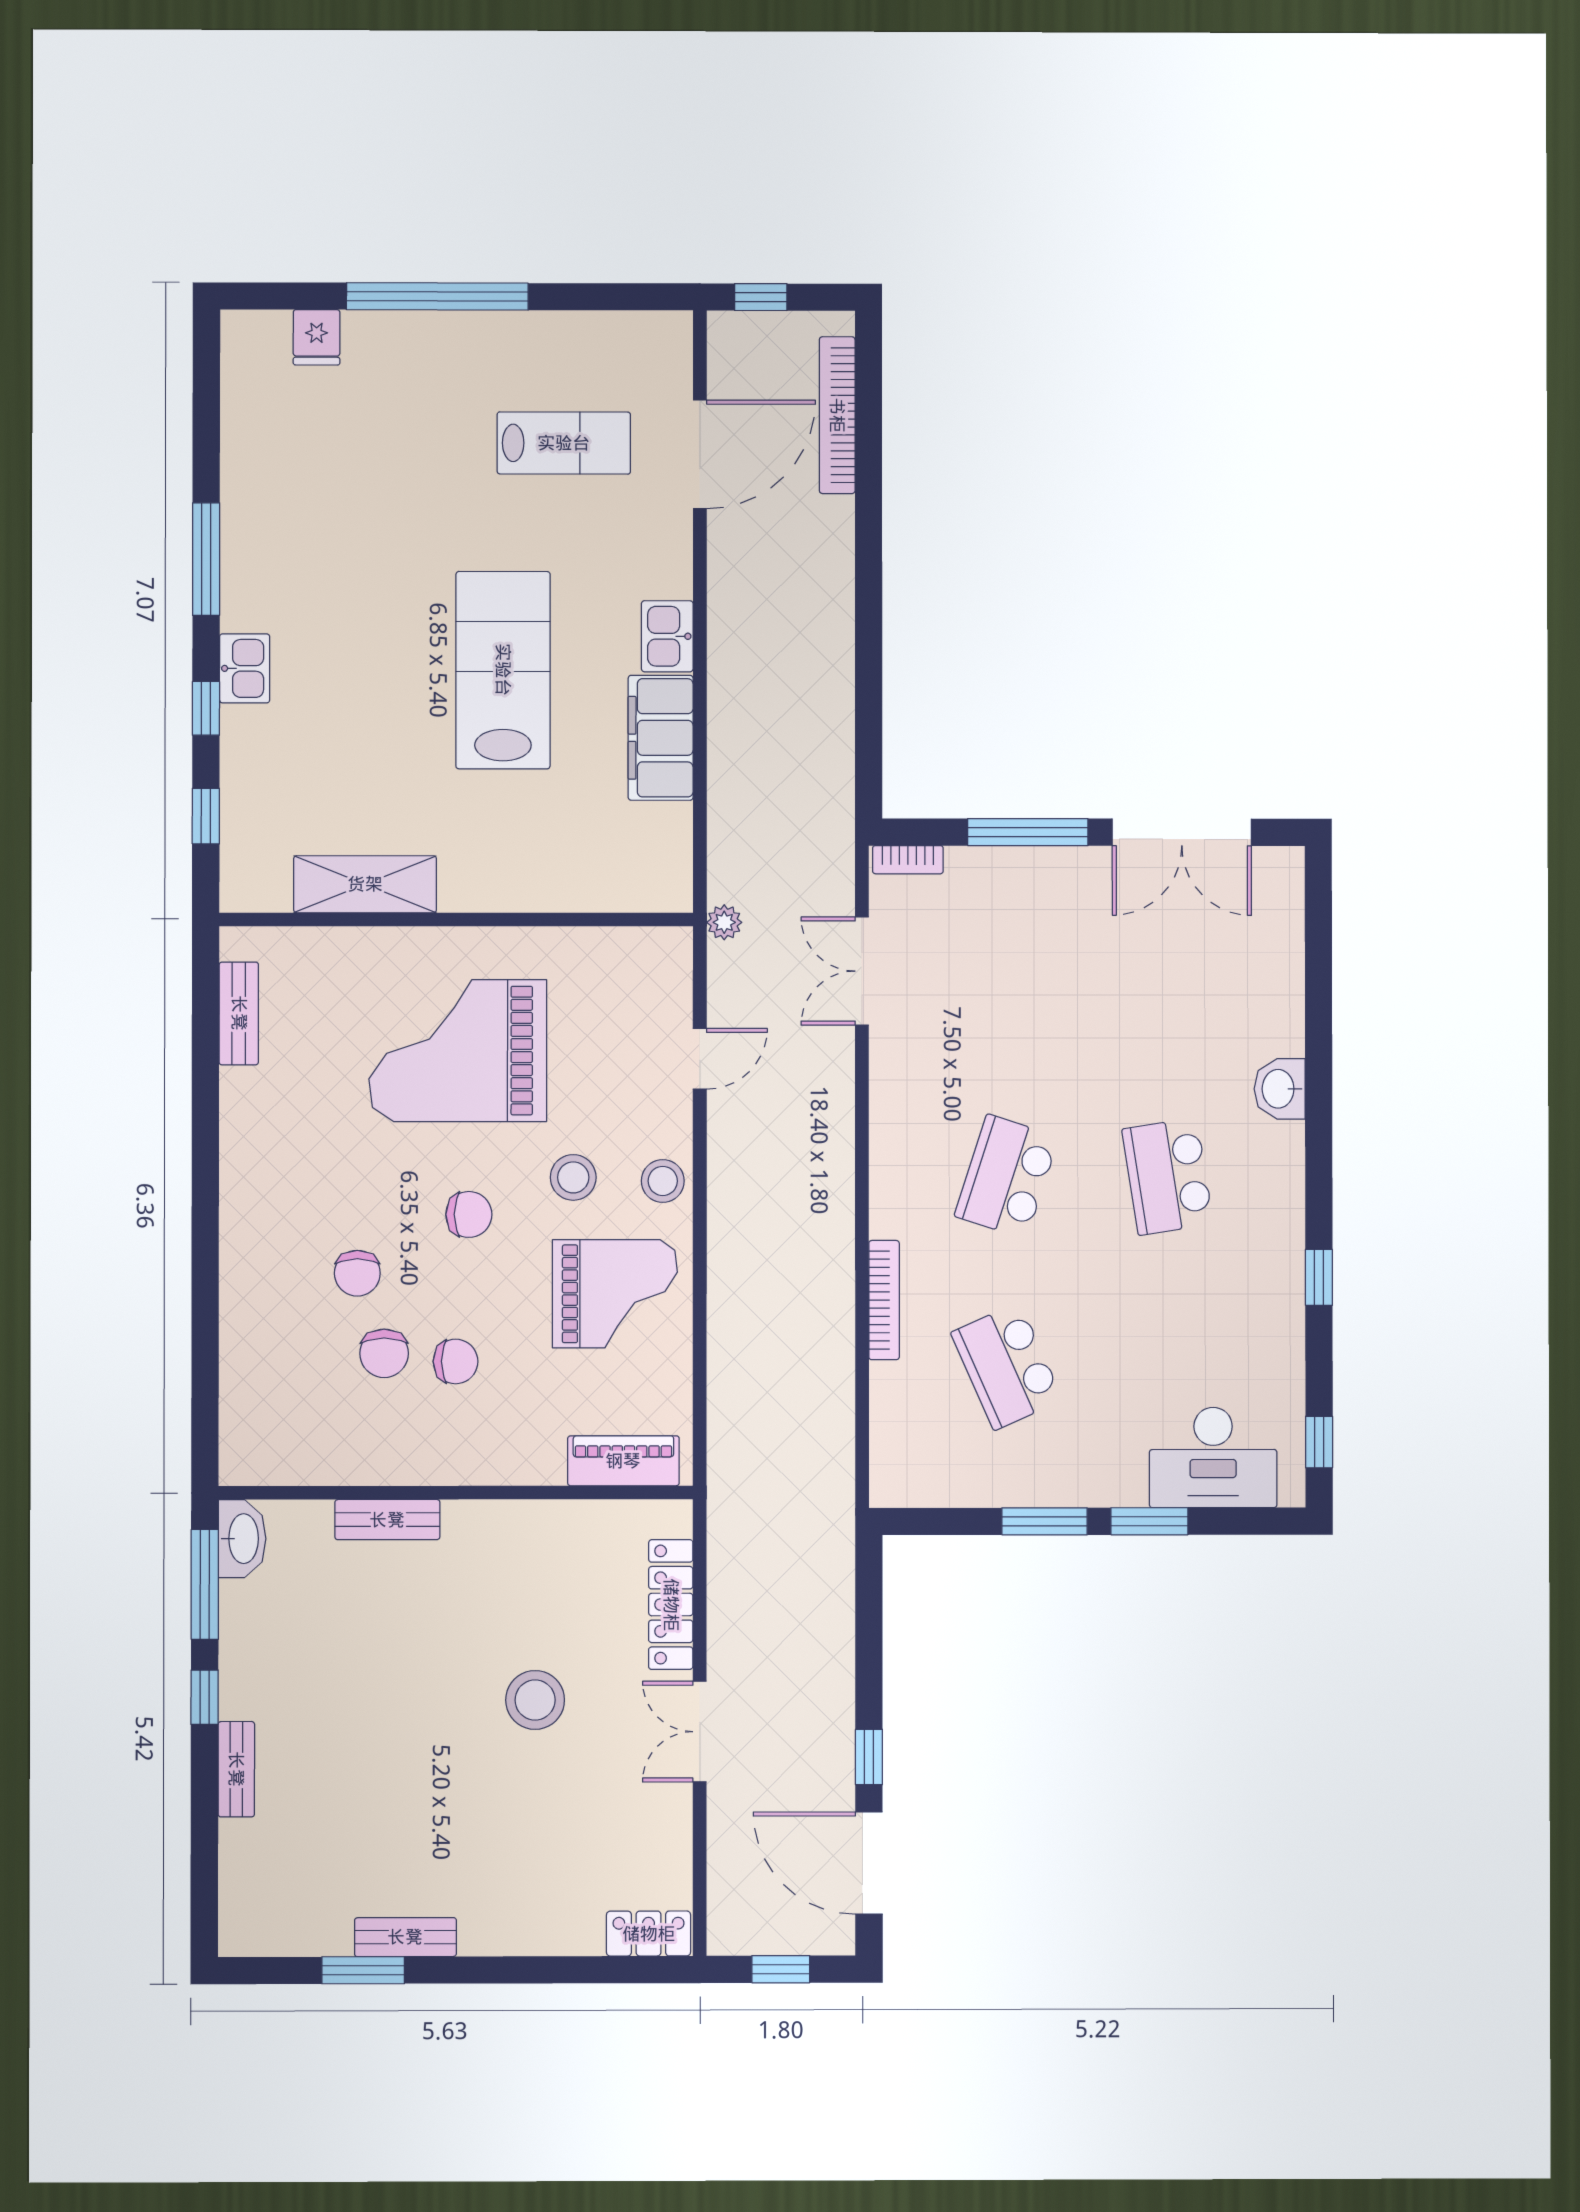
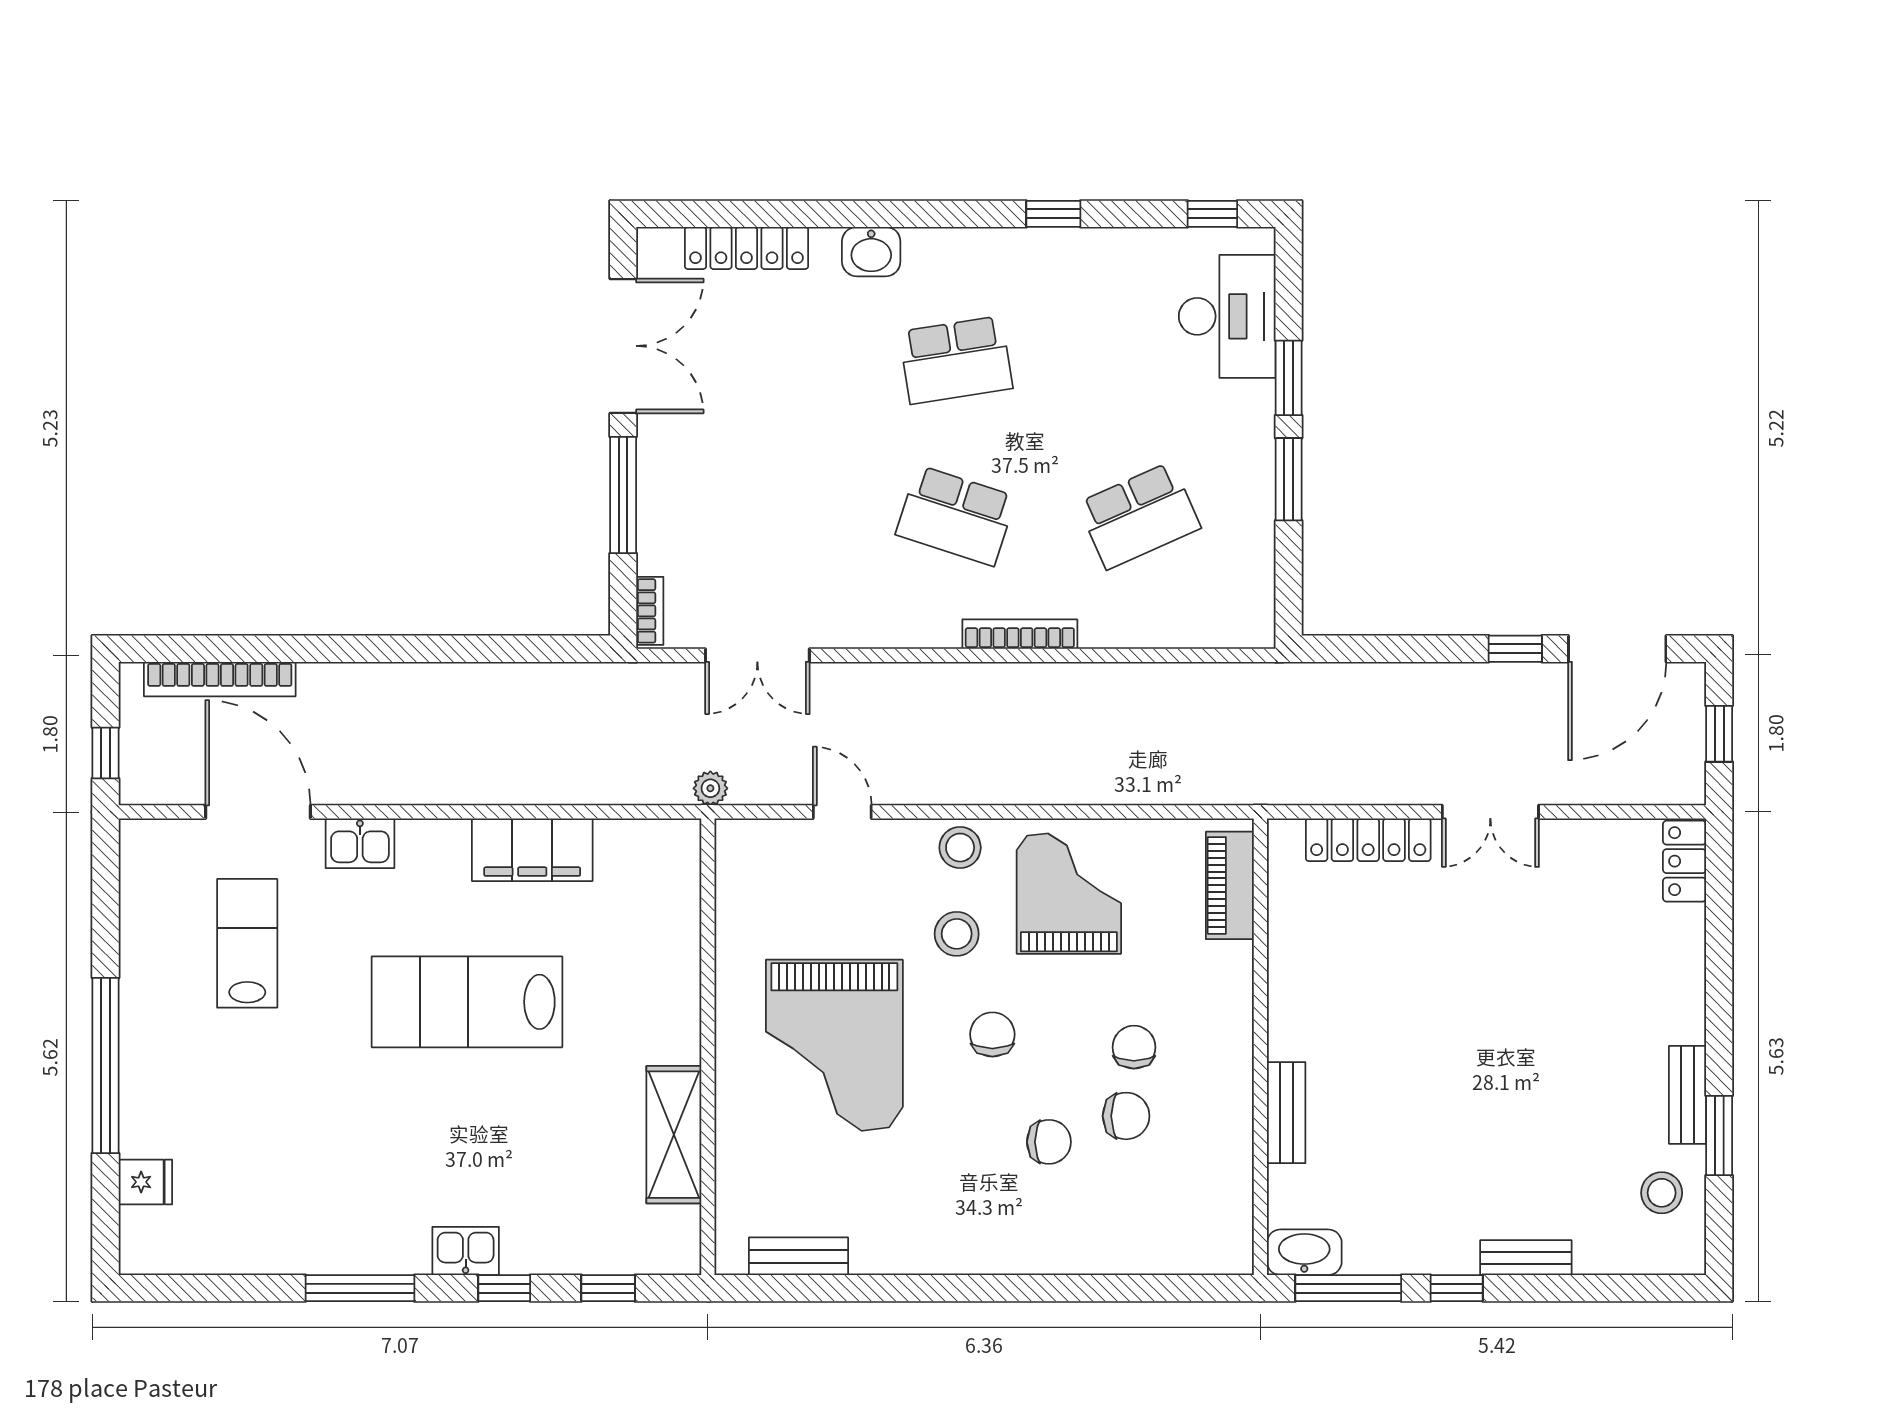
kitchen sink: (667, 636) -> (360, 843), moved
locker: (1283, 960) -> (746, 248), added
bookcase: (884, 1300) -> (1020, 634), moved
stool: (535, 1700) -> (1662, 1193), moved, width x0.73, depth x0.73

